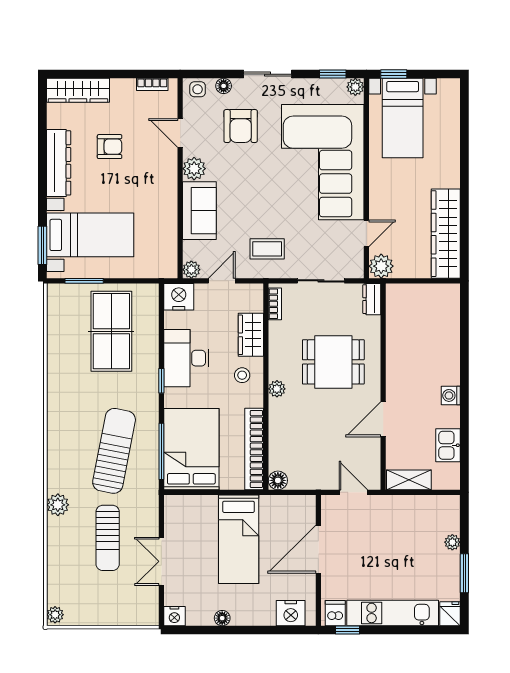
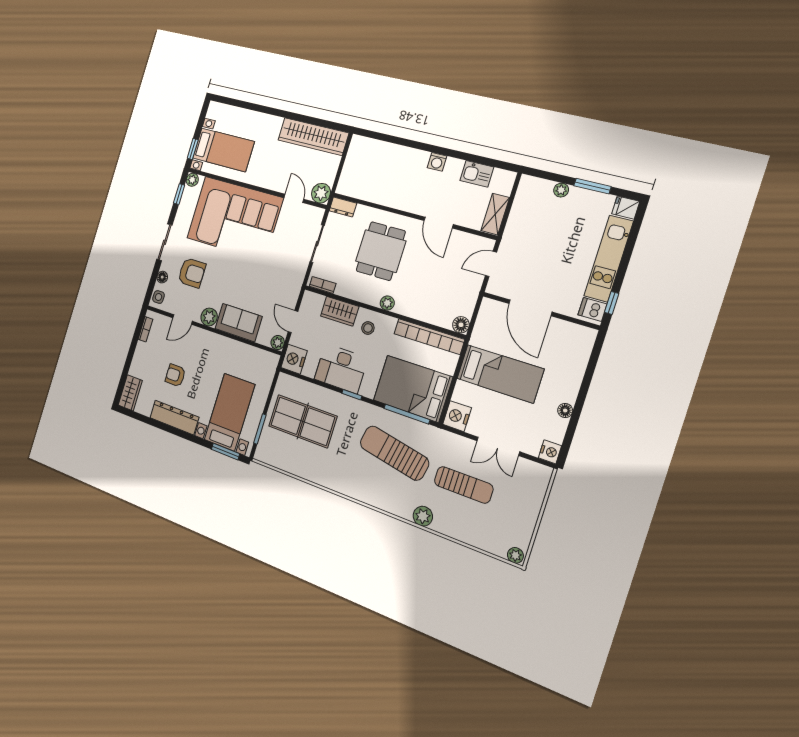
wardrobe: (78, 90) -> (130, 393), width x0.67
armchair: (110, 147) -> (175, 375), turned -90
coffee table: (267, 249) -> (281, 279), removed
nightstand: (291, 613) -> (457, 416), moved, turned 180

